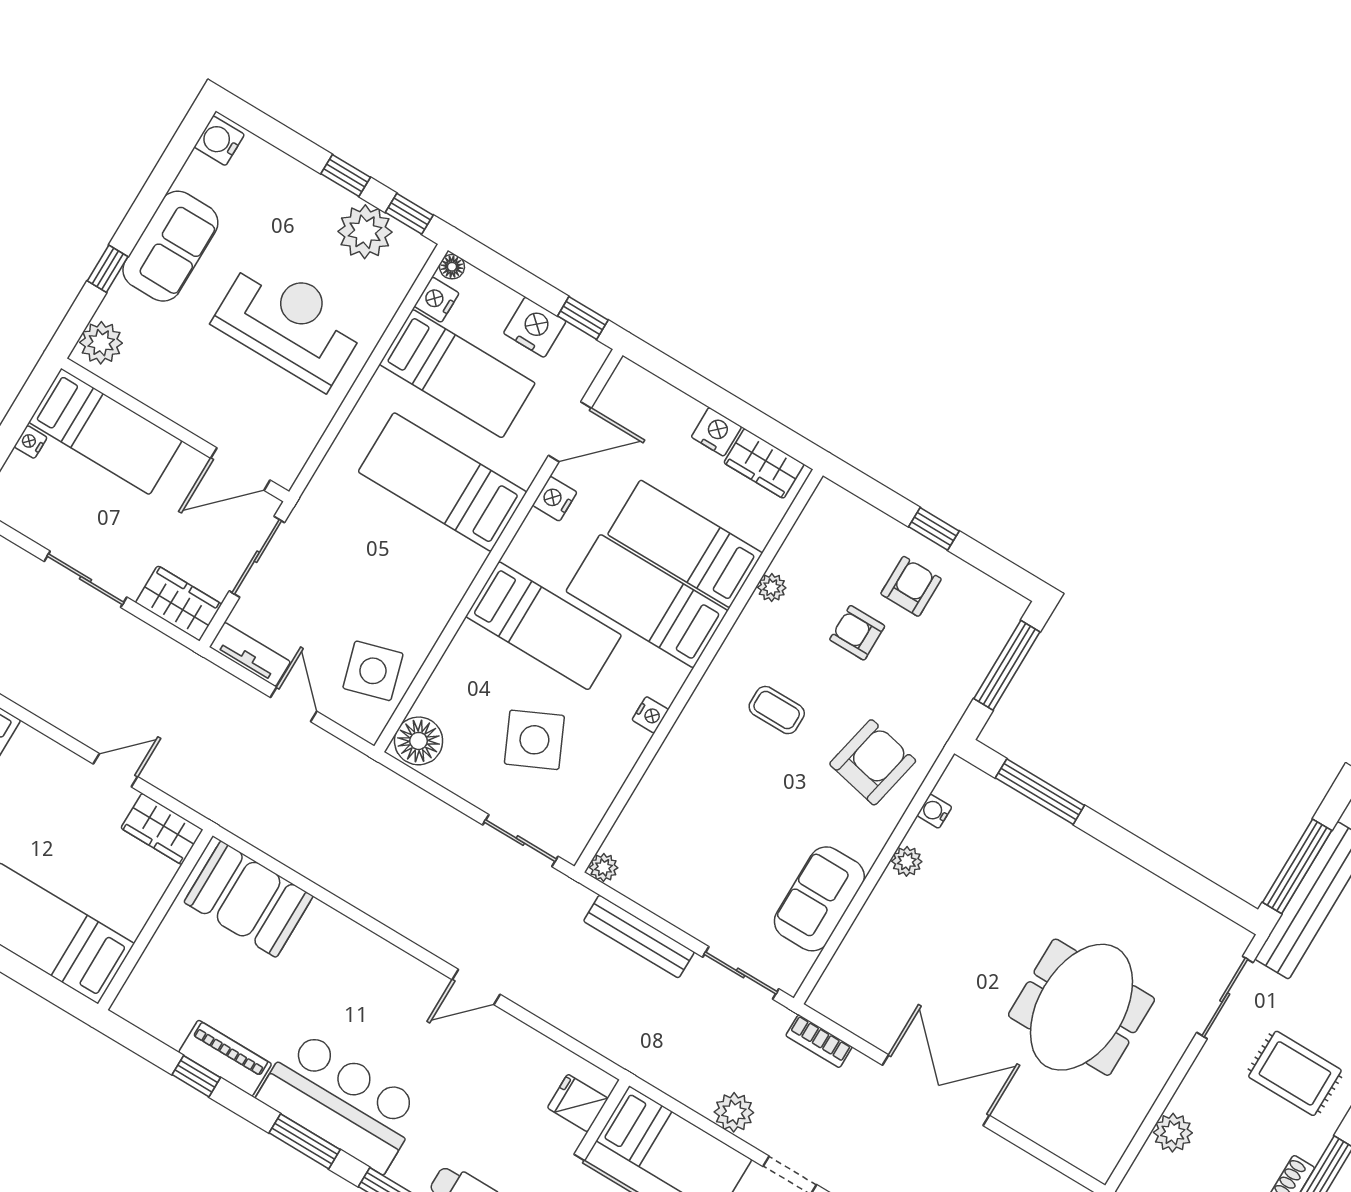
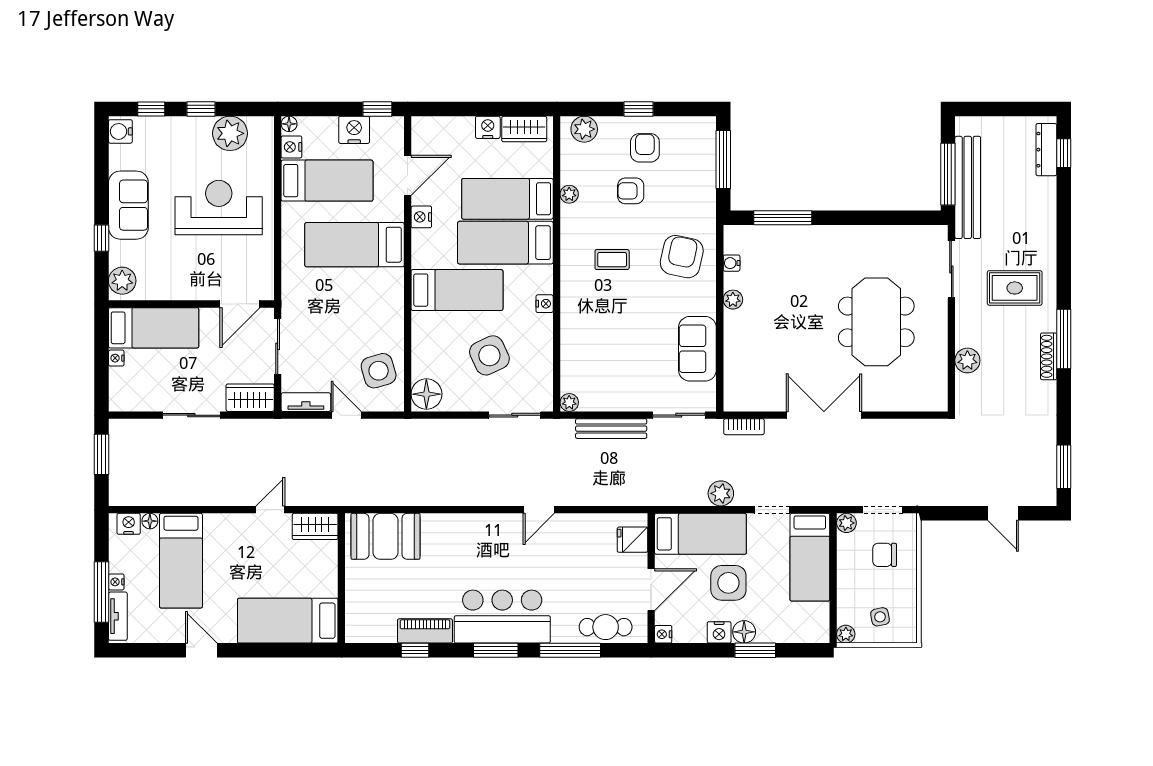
window: (409, 214) -> (151, 109), moved
plant: (844, 512) -> (584, 129), added

